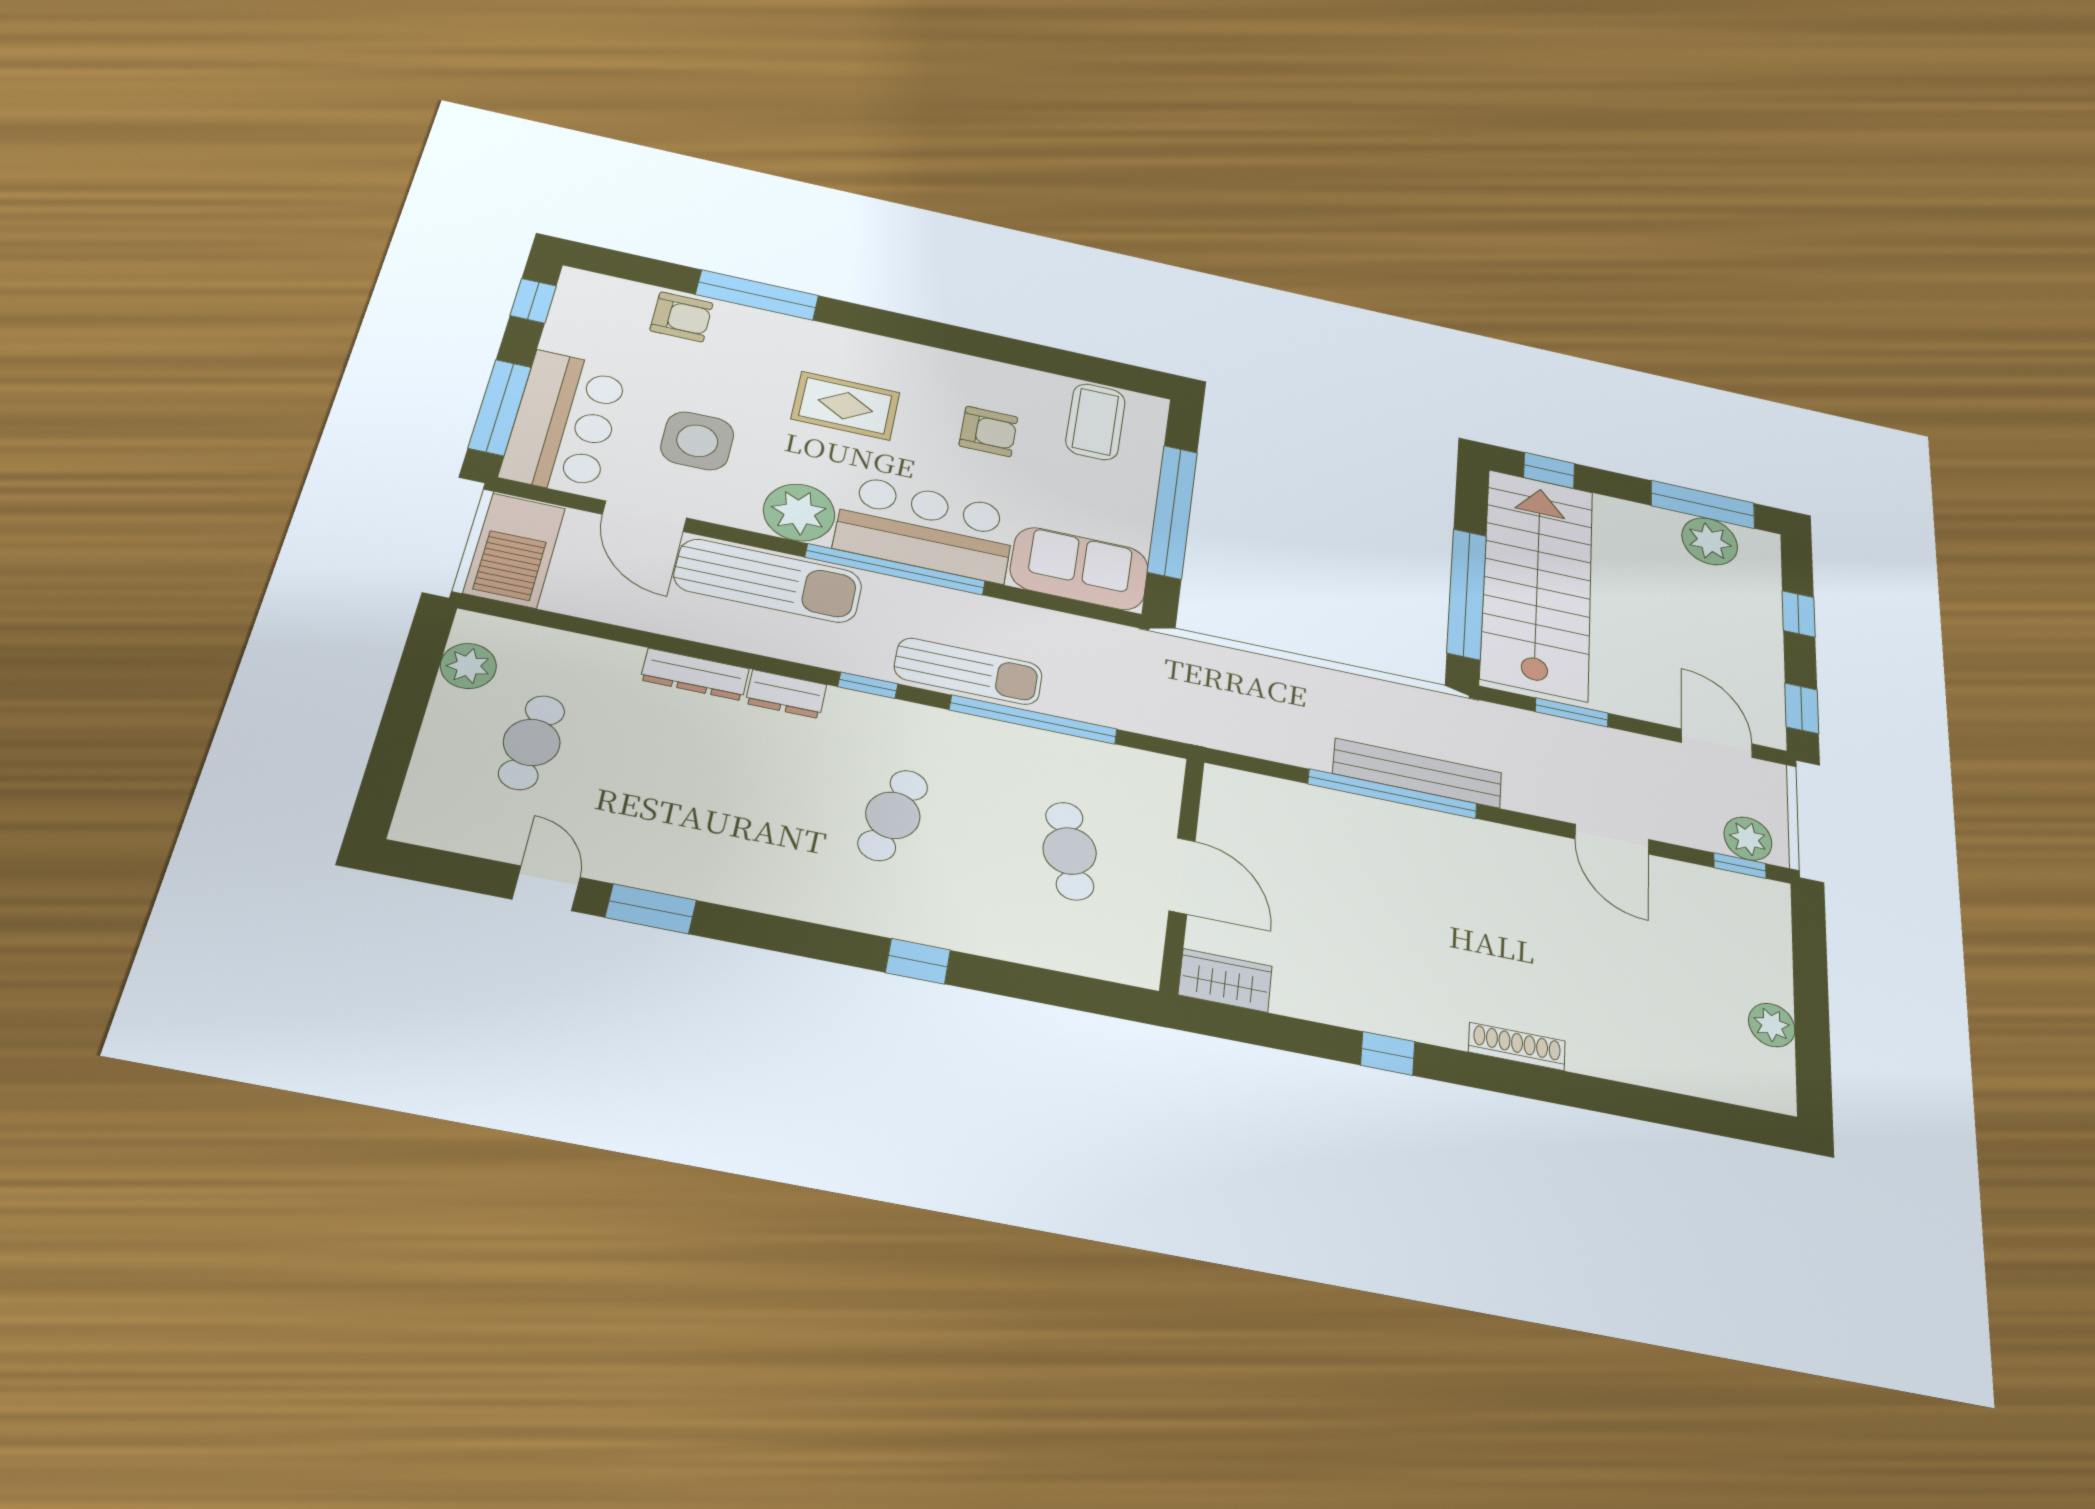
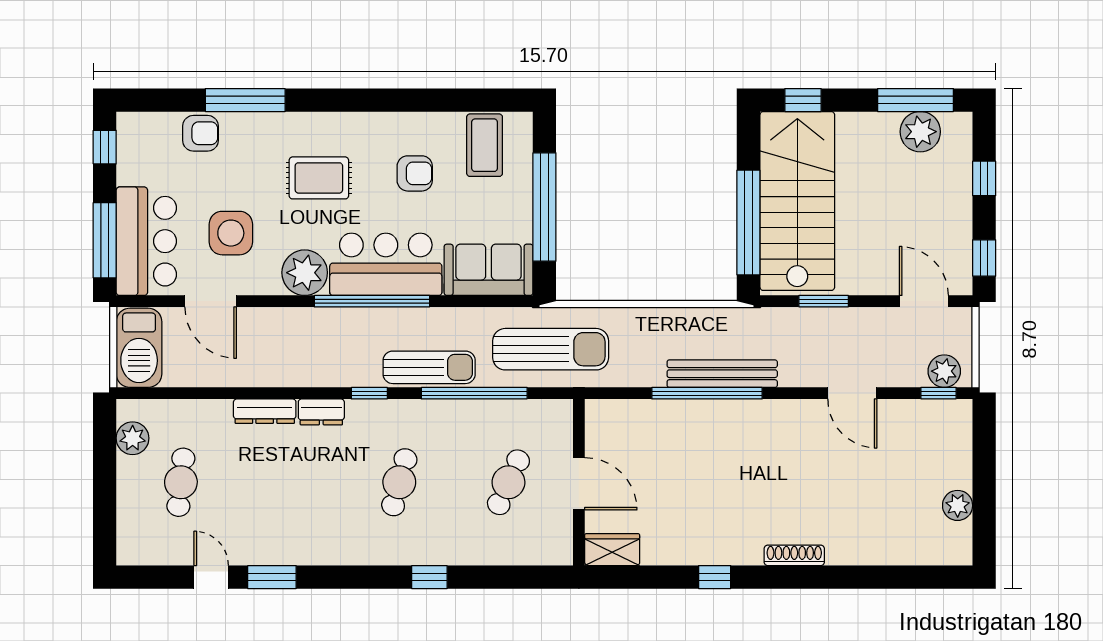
sun lounger: (768, 581) -> (551, 349), moved
cafe table: (1070, 851) -> (508, 482), turned 39

